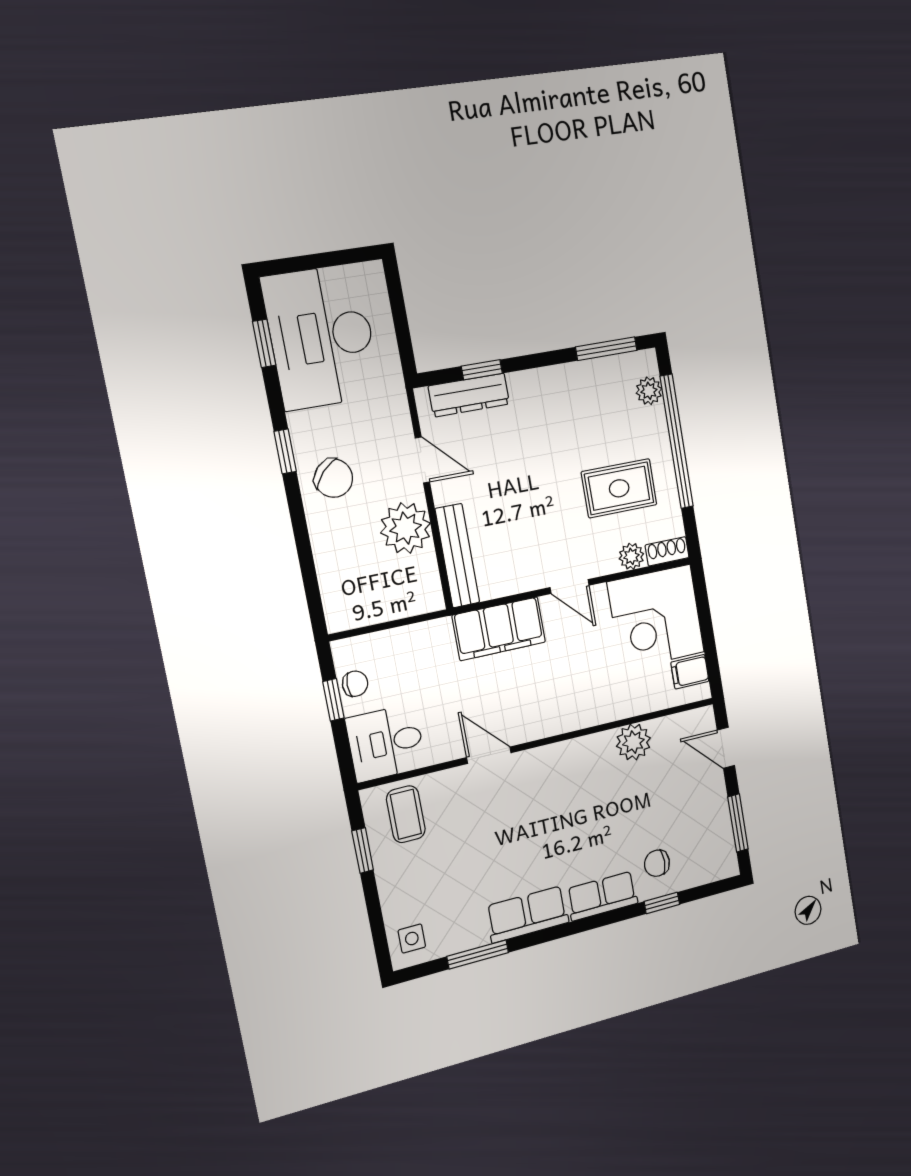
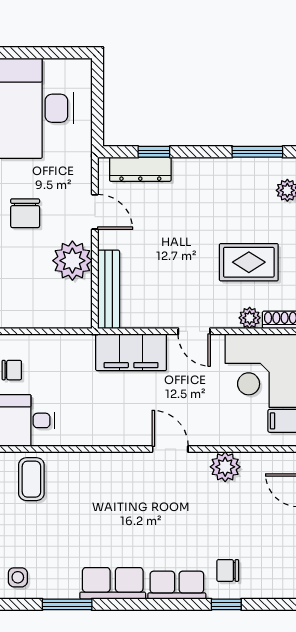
chair: (334, 478) -> (25, 213), turned 47
door: (489, 755) -> (170, 449), moved

